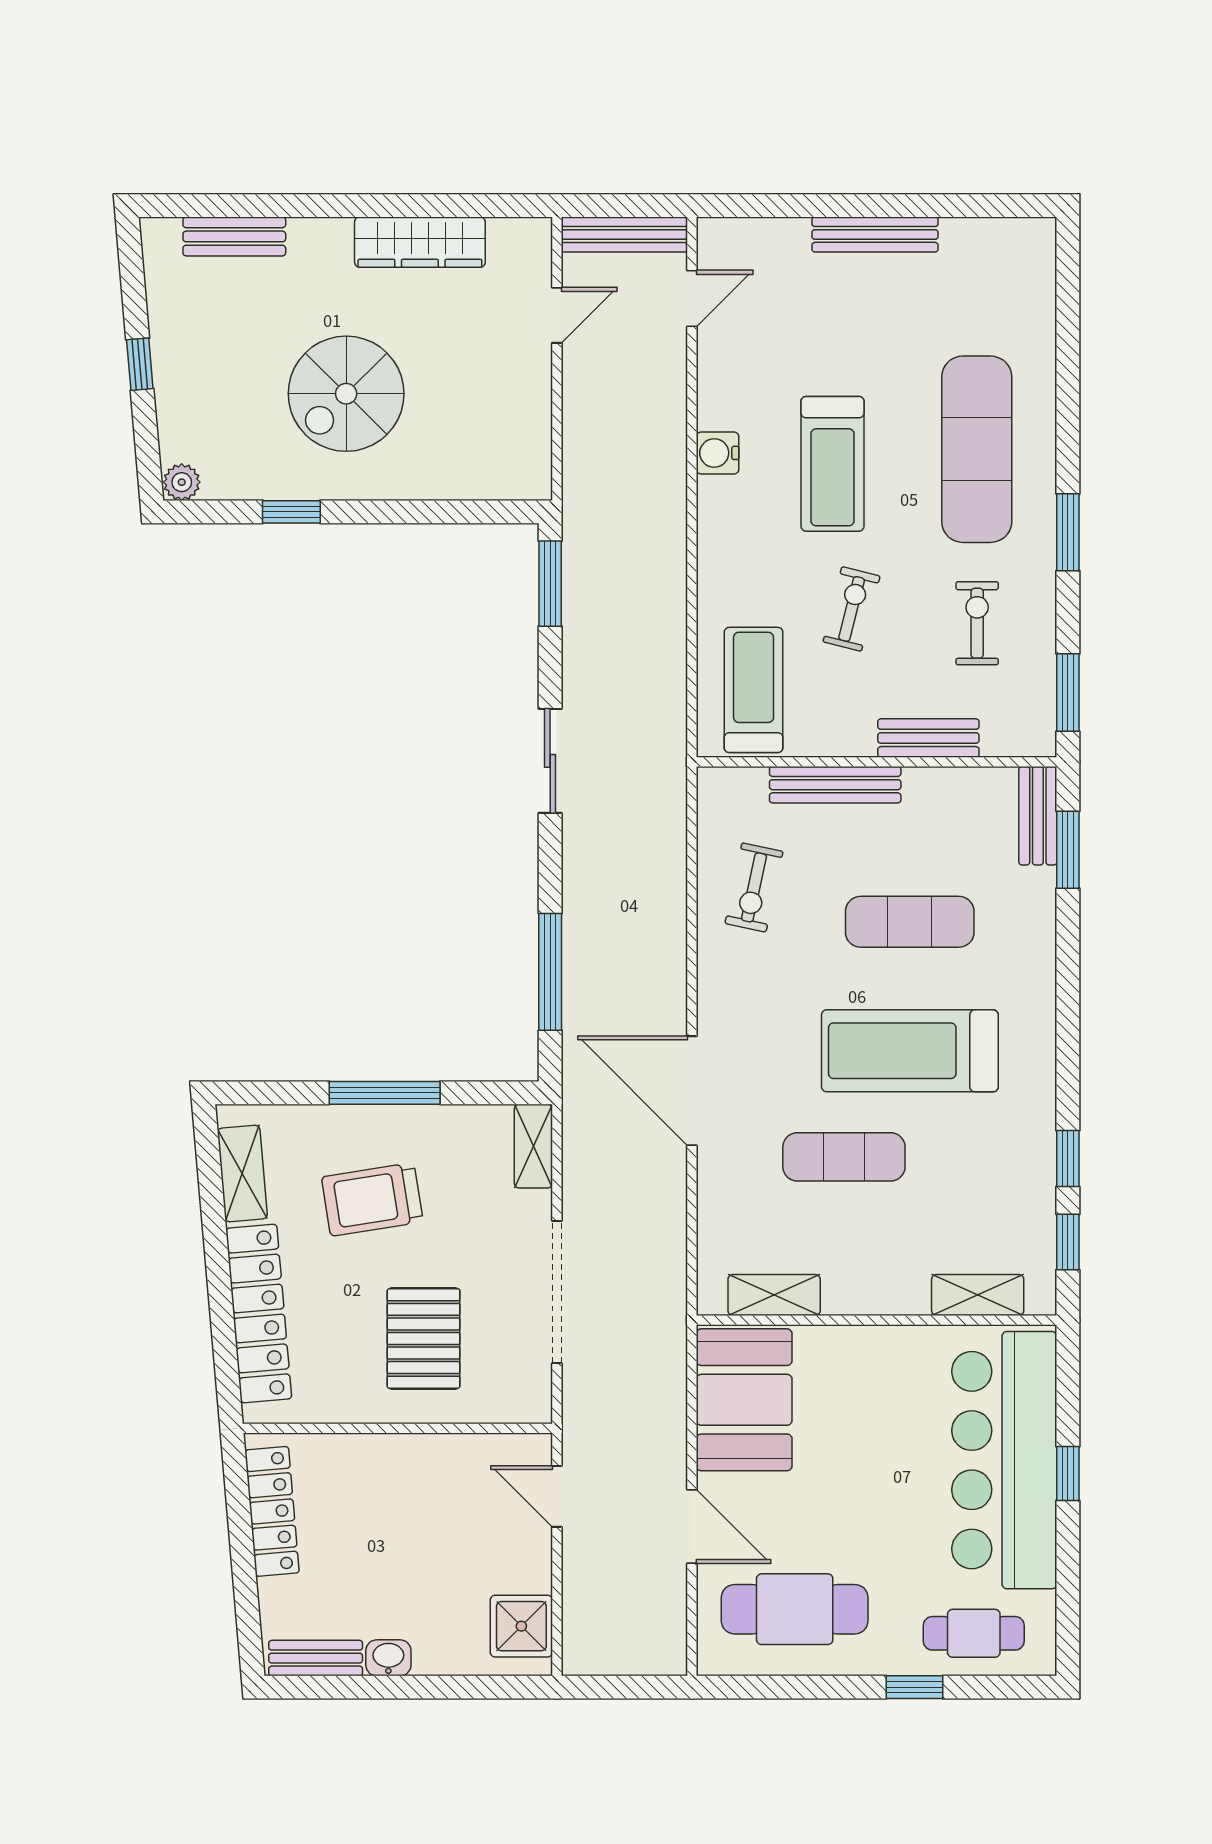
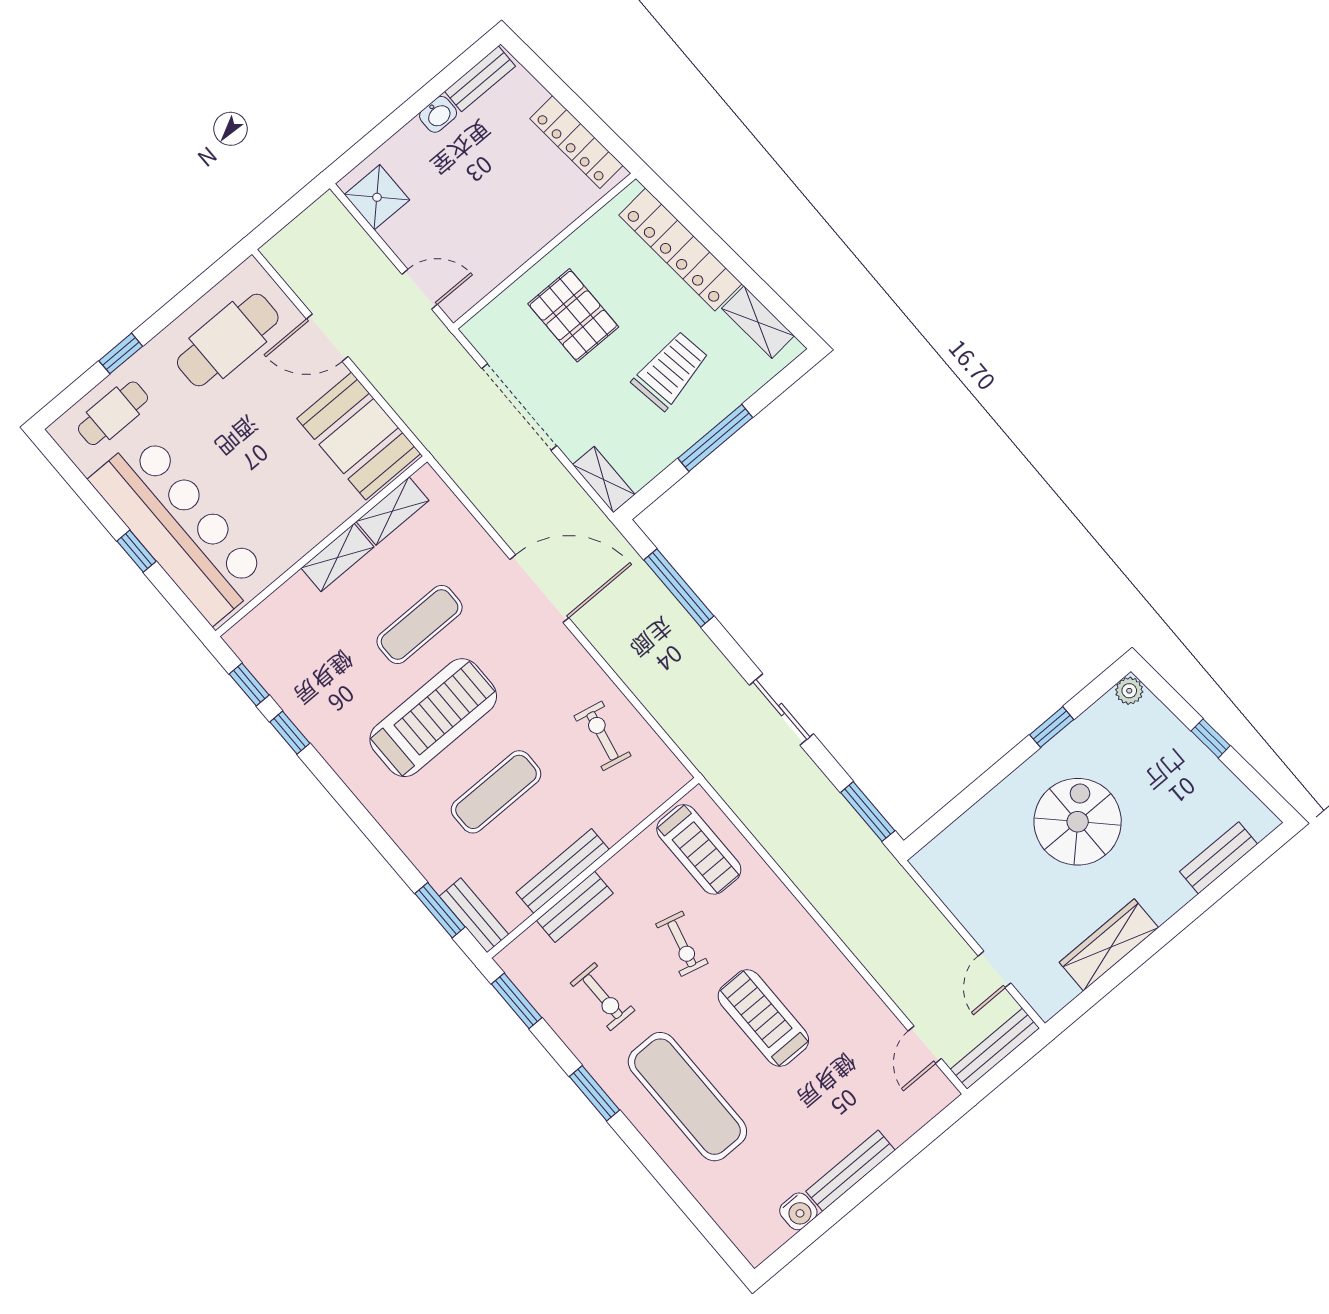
water cooler: (718, 453) -> (798, 1211), moved, turned 90
bench: (835, 785) -> (563, 871), moved
shelving: (978, 1295) -> (337, 557), moved

